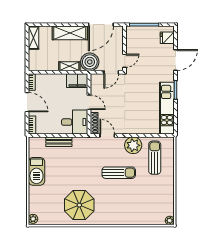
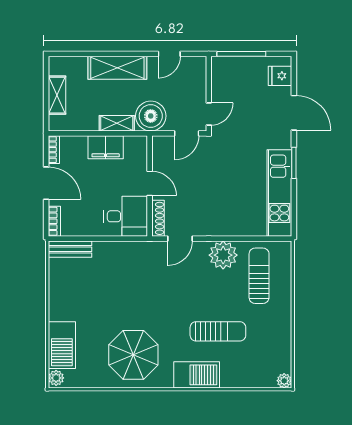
door: (101, 25) -> (169, 54), width x0.53
shelving: (34, 38) -> (57, 95), moved
door: (175, 60) -> (294, 113), hinge flipped
filing cabinet: (77, 81) -> (106, 147), moved
door: (107, 135) -> (180, 239), swing flipped
bench: (59, 142) -> (70, 249), moved
barbecue: (36, 171) -> (62, 345), moved
sun lounger: (119, 173) -> (218, 331), moved
barbecue: (117, 217) -> (197, 375), added

